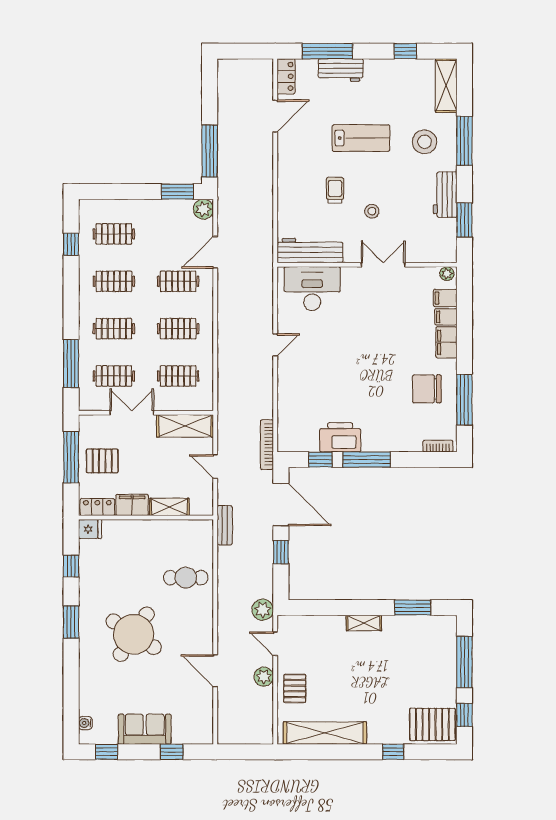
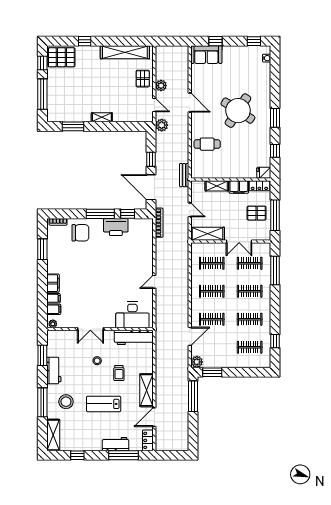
shelving: (288, 161) -> (147, 390), added
chair: (427, 389) -> (80, 233), moved
window: (464, 400) -> (42, 249), width x0.69
door: (215, 671) -> (190, 103), moved
sofa: (145, 729) -> (206, 55), moved

